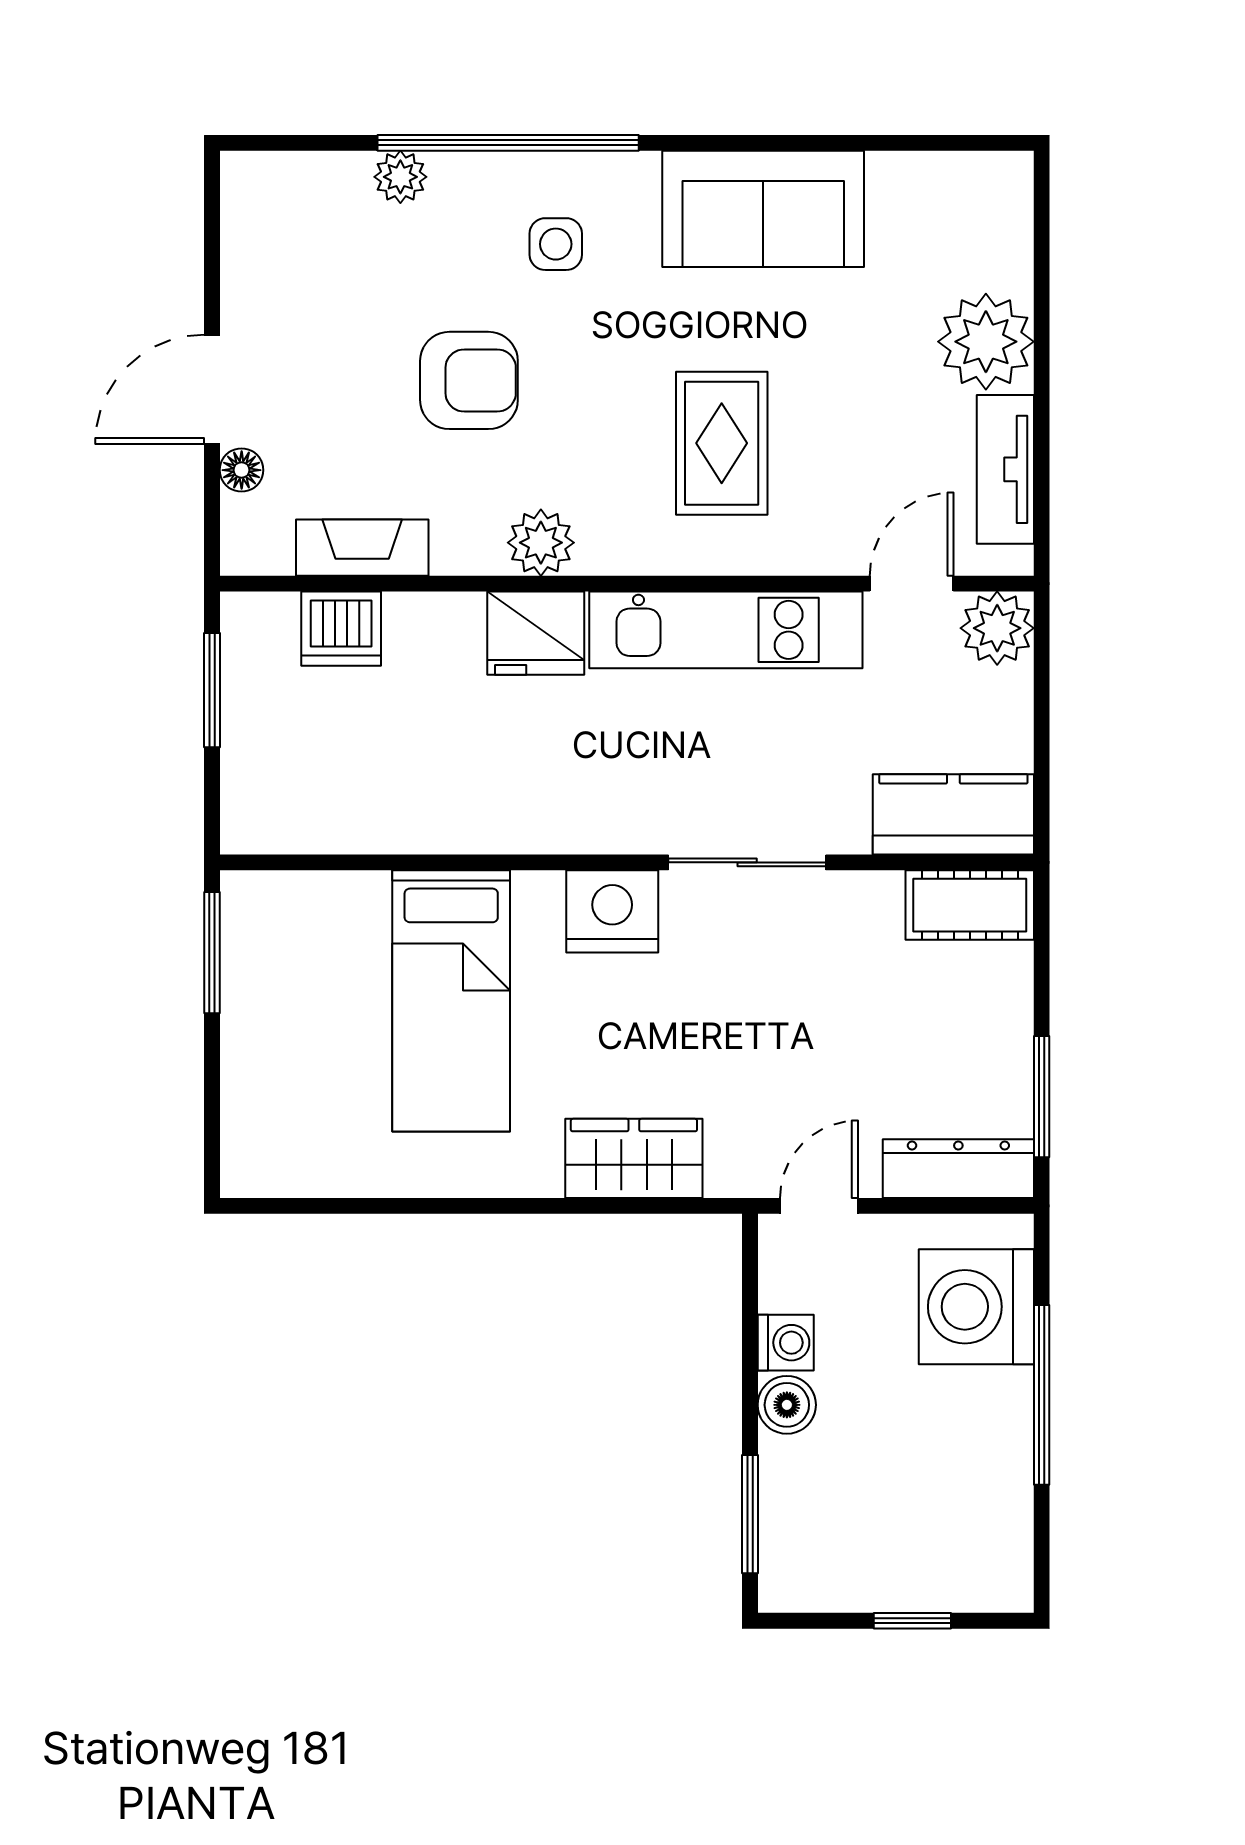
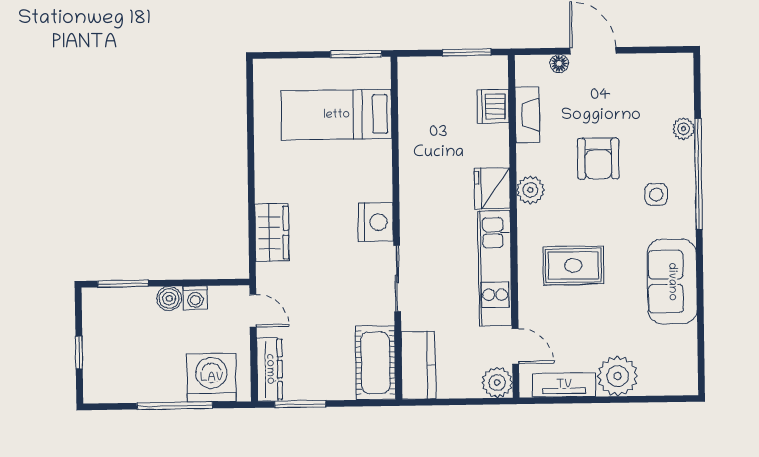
cot: (970, 905) -> (375, 363), width x1.37, depth x1.34
bed: (451, 1001) -> (337, 115), moved

